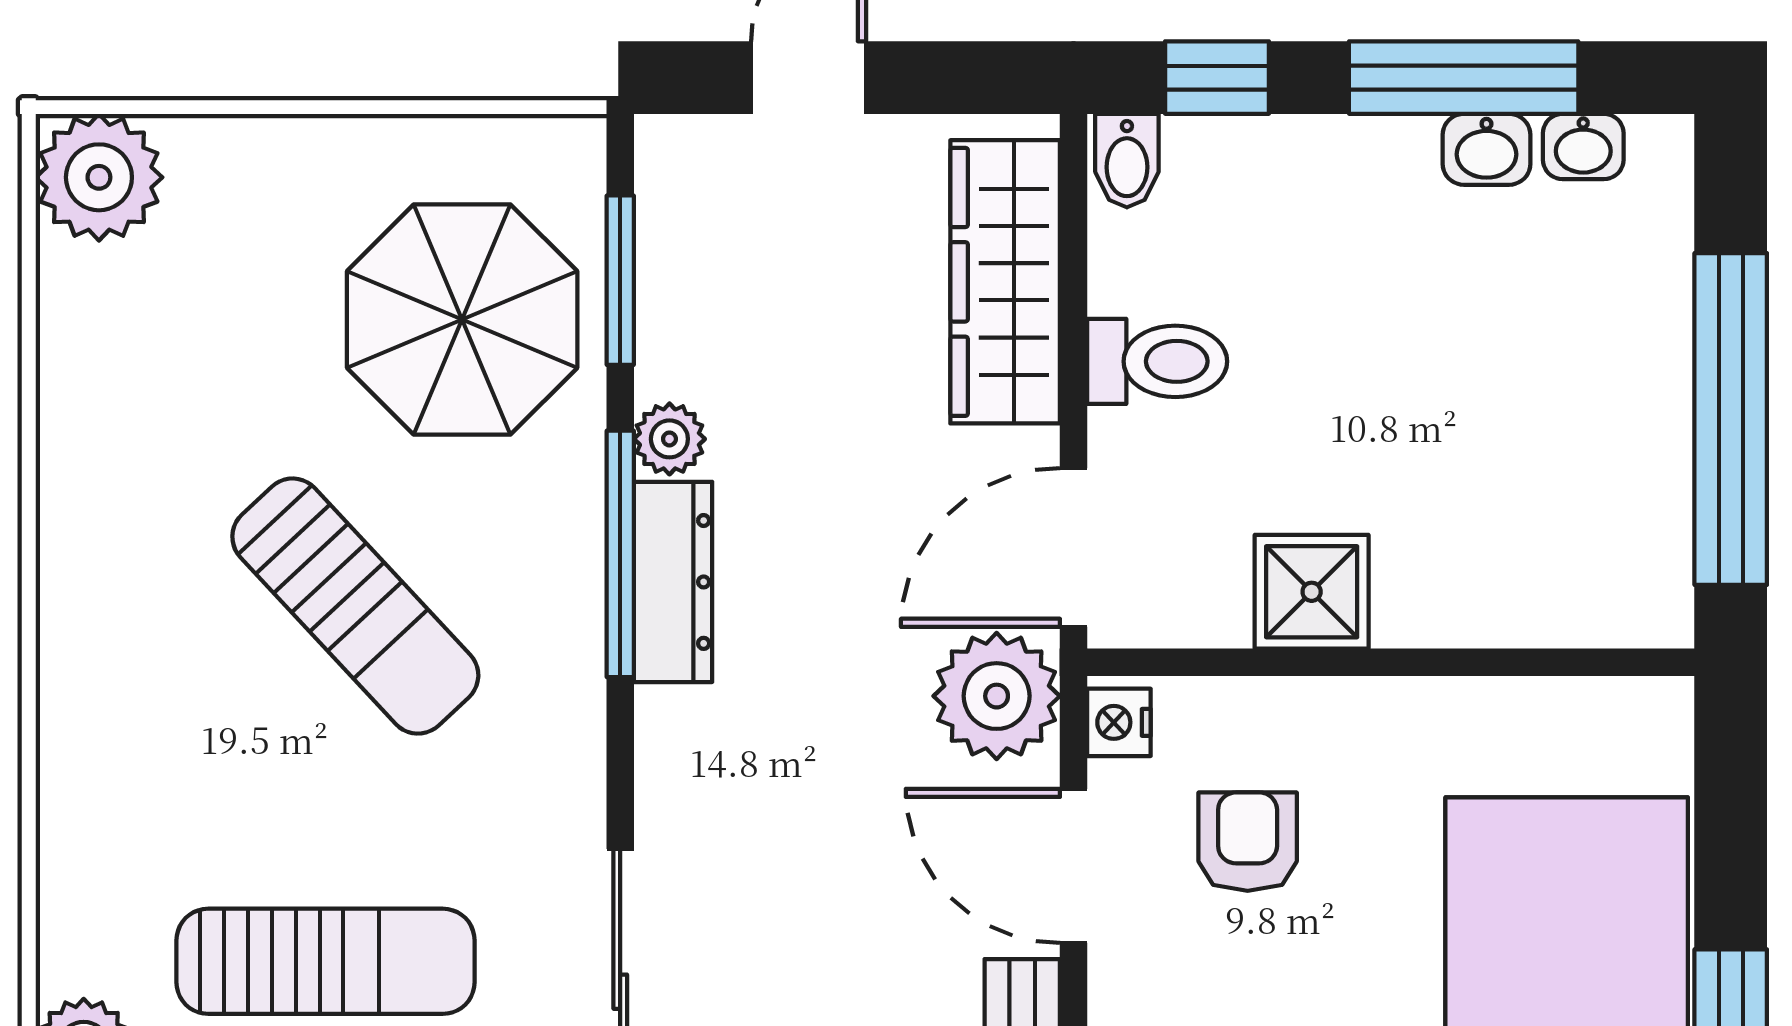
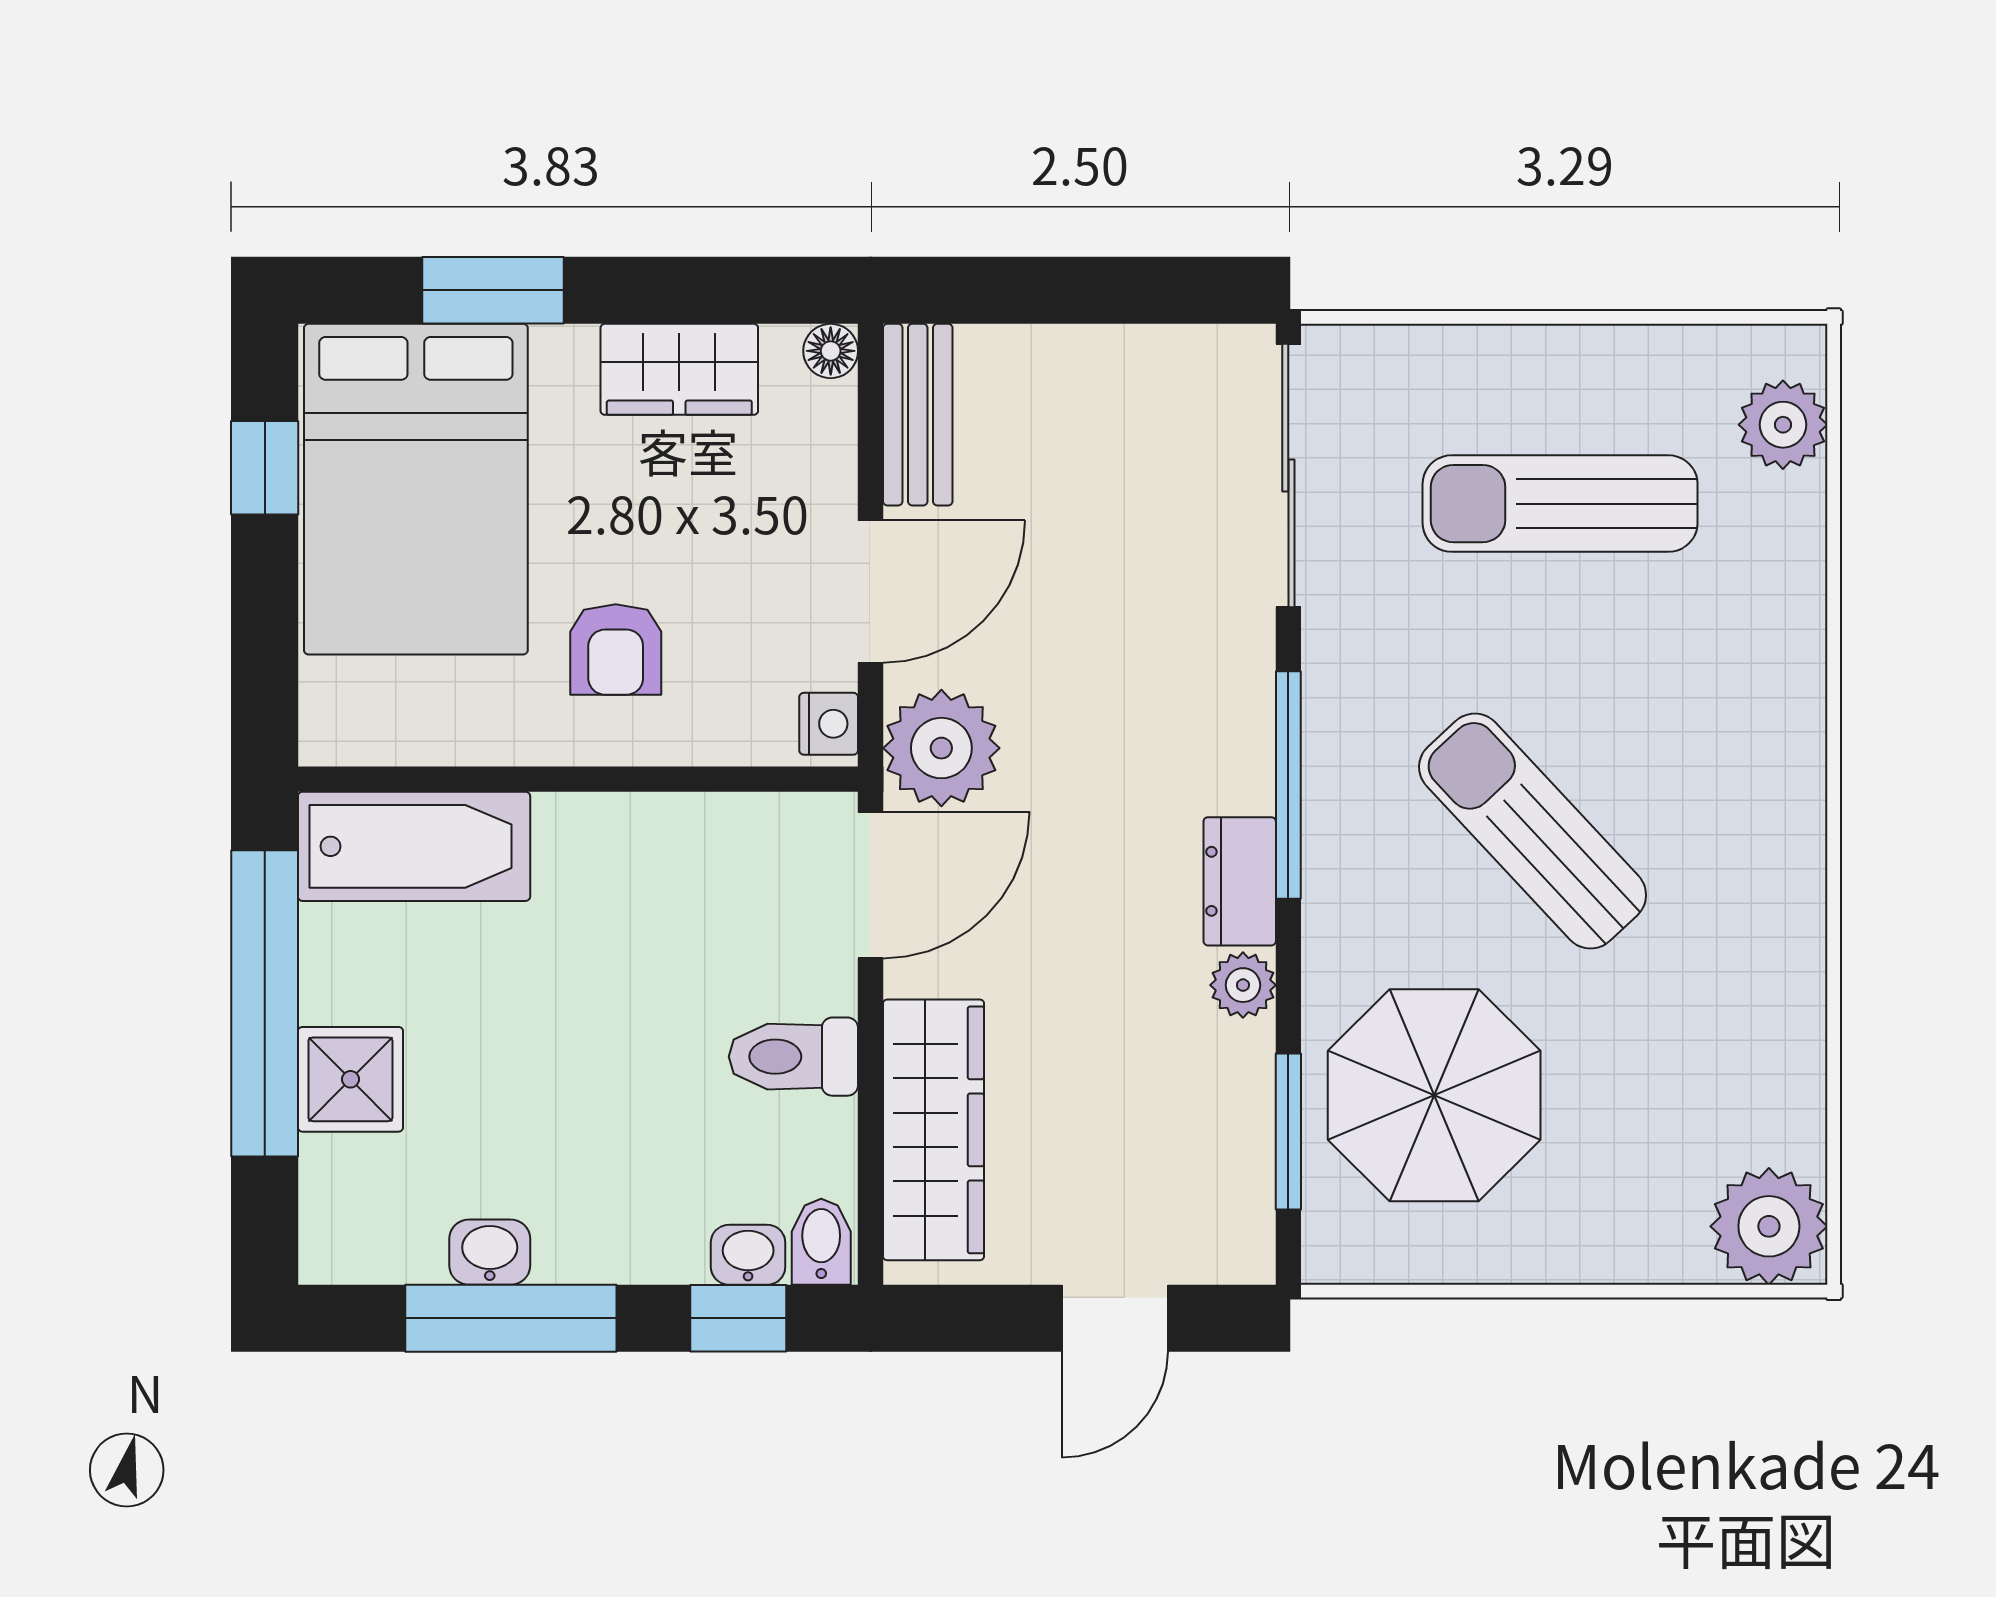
washbasin: (1583, 146) -> (748, 1255), moved
window: (620, 554) -> (1288, 785), moved
dresser: (673, 582) -> (1240, 881), width x0.70
bathtub: (1569, 589) -> (414, 846), added
shower: (1312, 592) -> (350, 1079), moved
armchair: (1248, 842) -> (616, 649), moved
door: (1073, 866) -> (870, 592), hinge flipped

